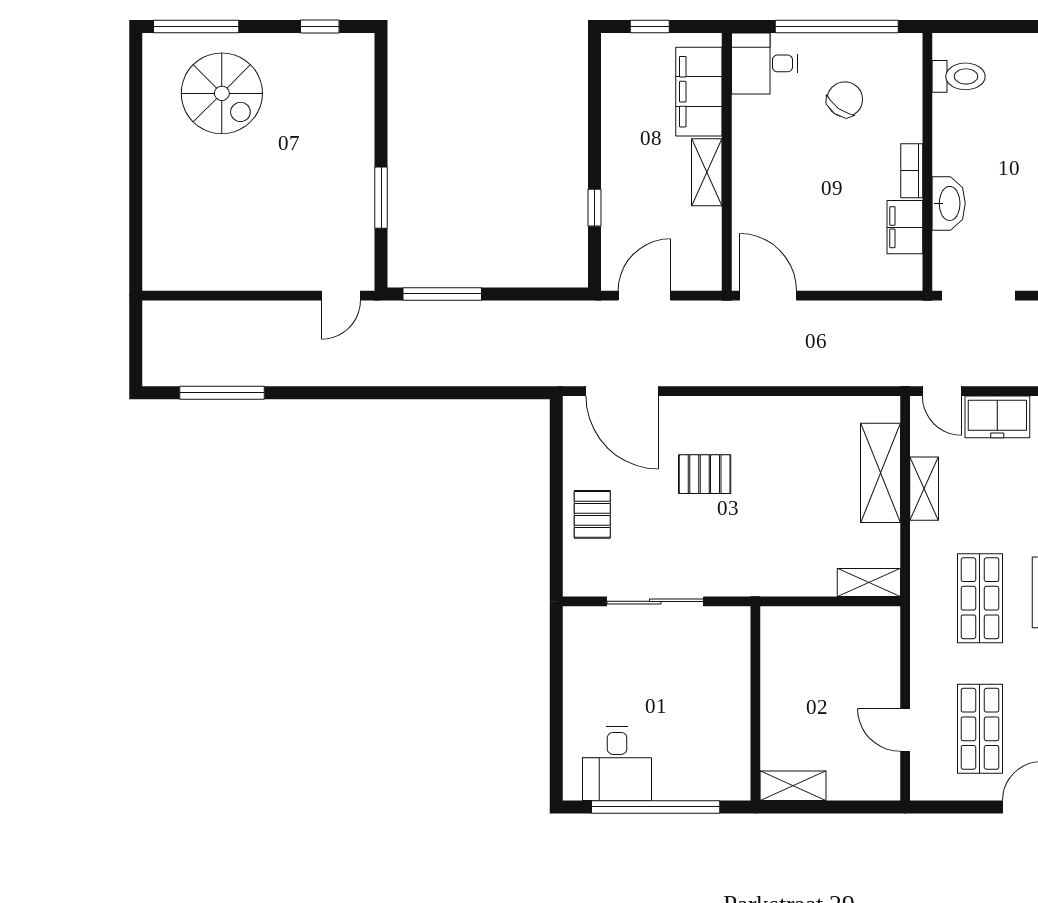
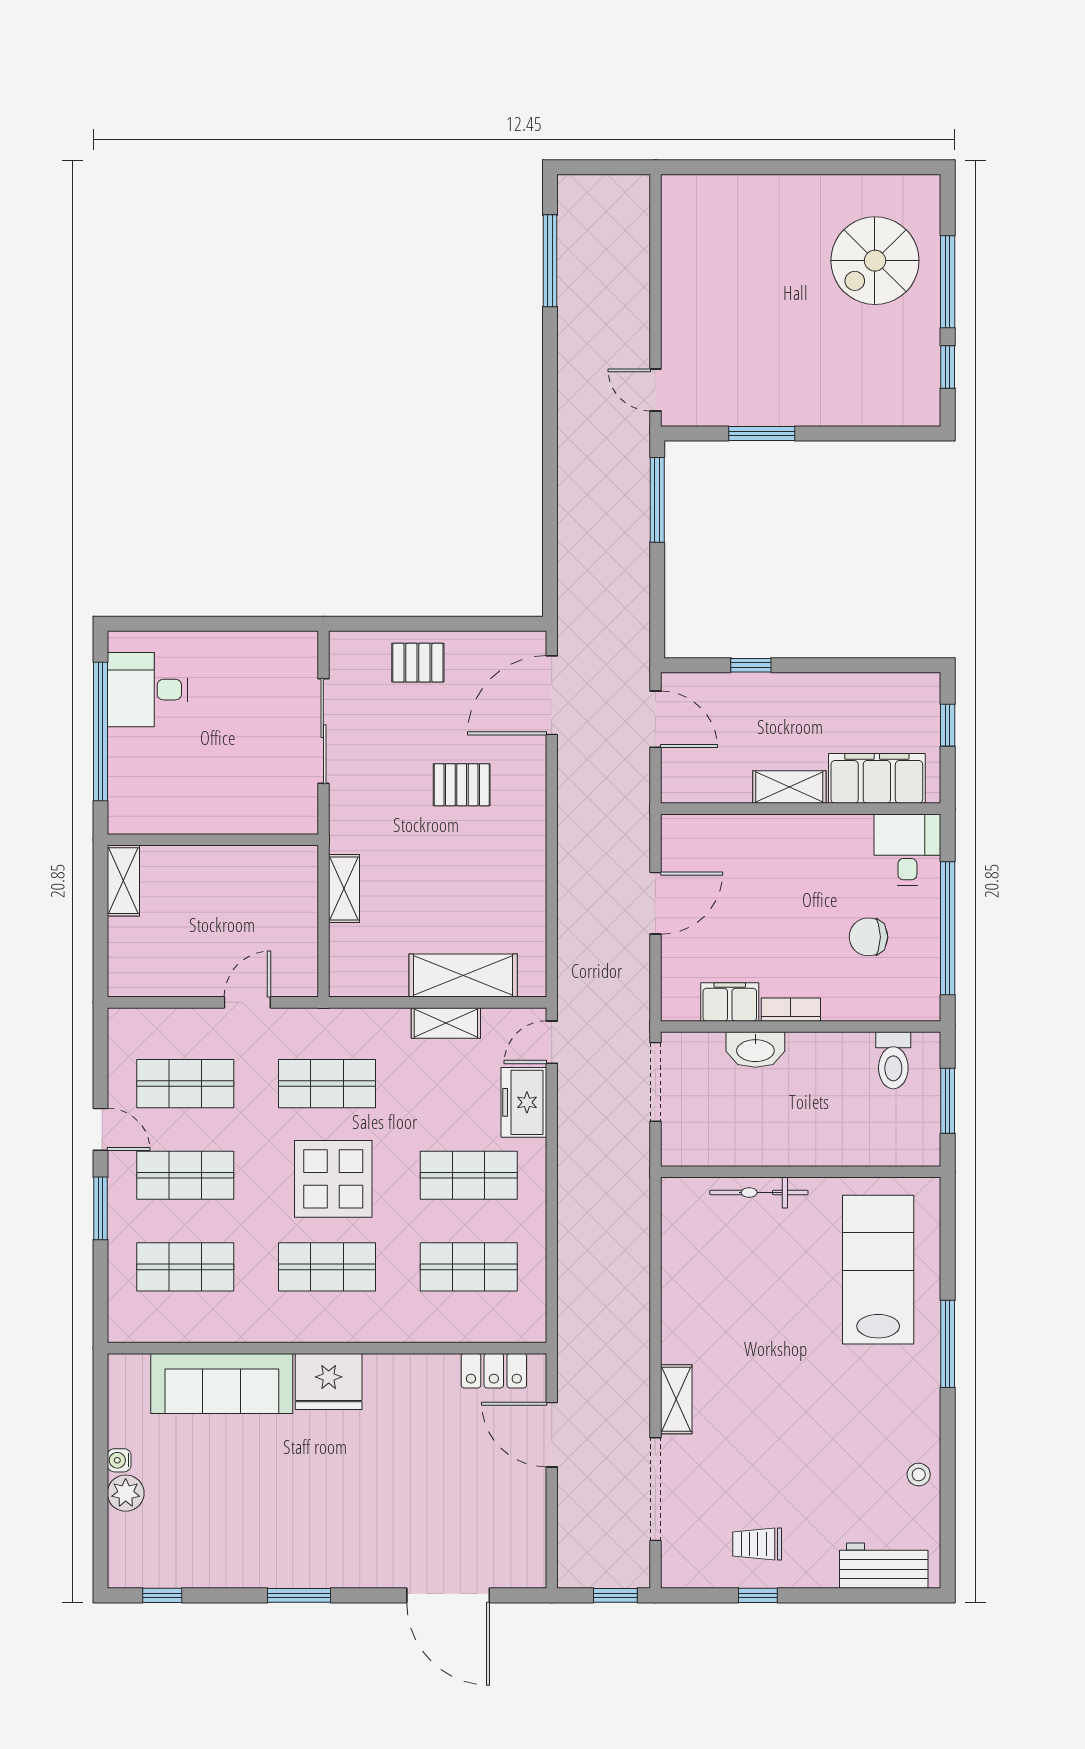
window: (196, 26) -> (948, 282), moved
window: (996, 26) -> (948, 1101), added
chair: (845, 99) -> (868, 937), turned 144
door: (768, 296) -> (655, 903), moved
pallet: (705, 474) -> (462, 785), turned 90
shelving: (869, 582) -> (344, 889), moved
door: (905, 730) -> (247, 1002), moved

